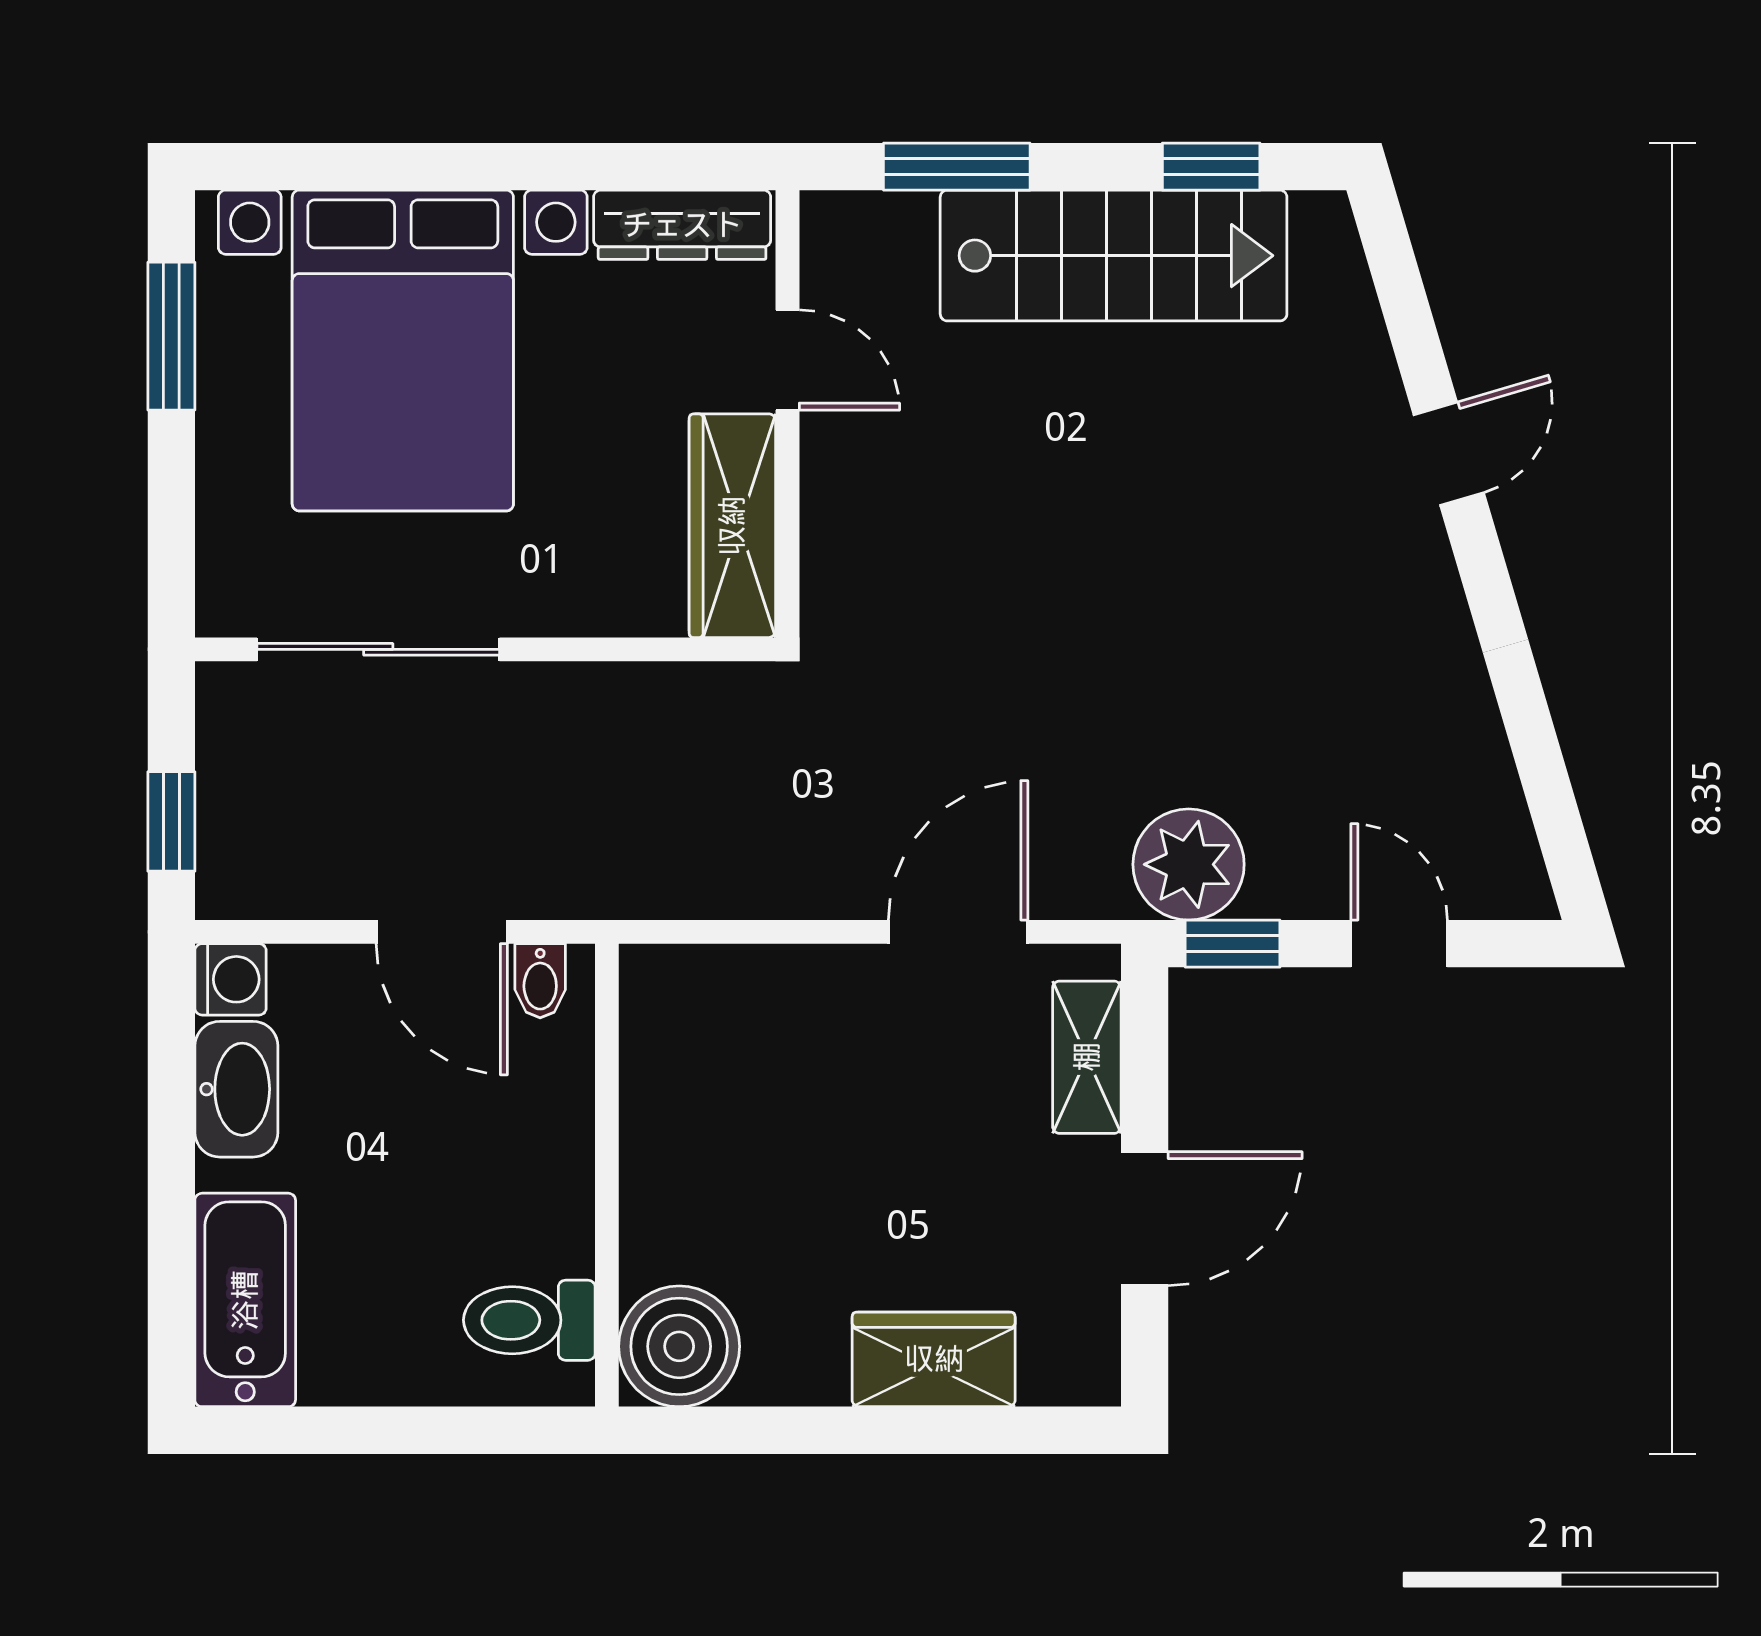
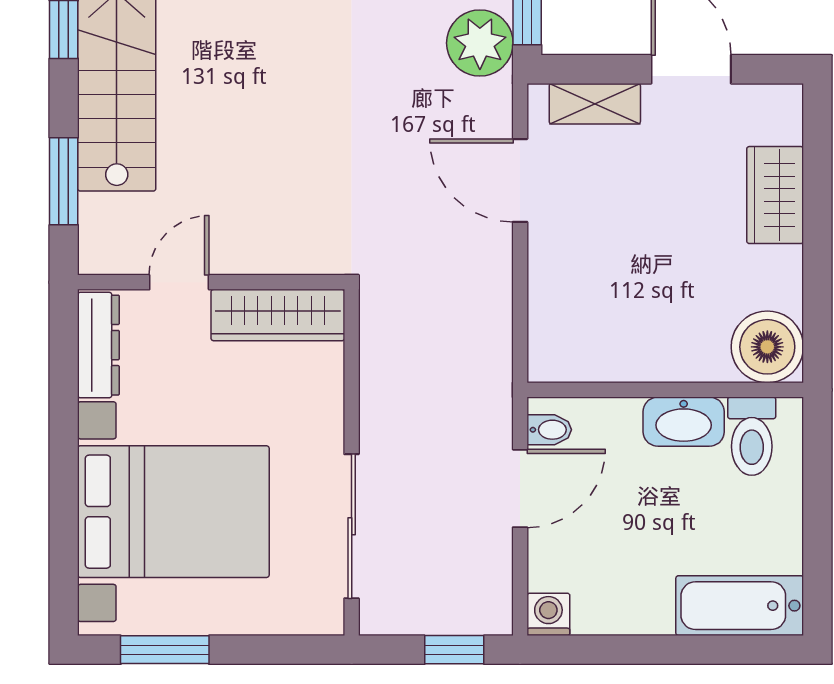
washbasin: (236, 1089) -> (684, 422), moved, turned 180

